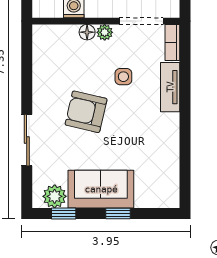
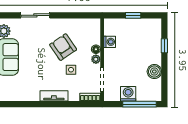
tv unit: (170, 87) -> (54, 96), moved
armchair: (86, 112) -> (63, 47), moved, turned -47

